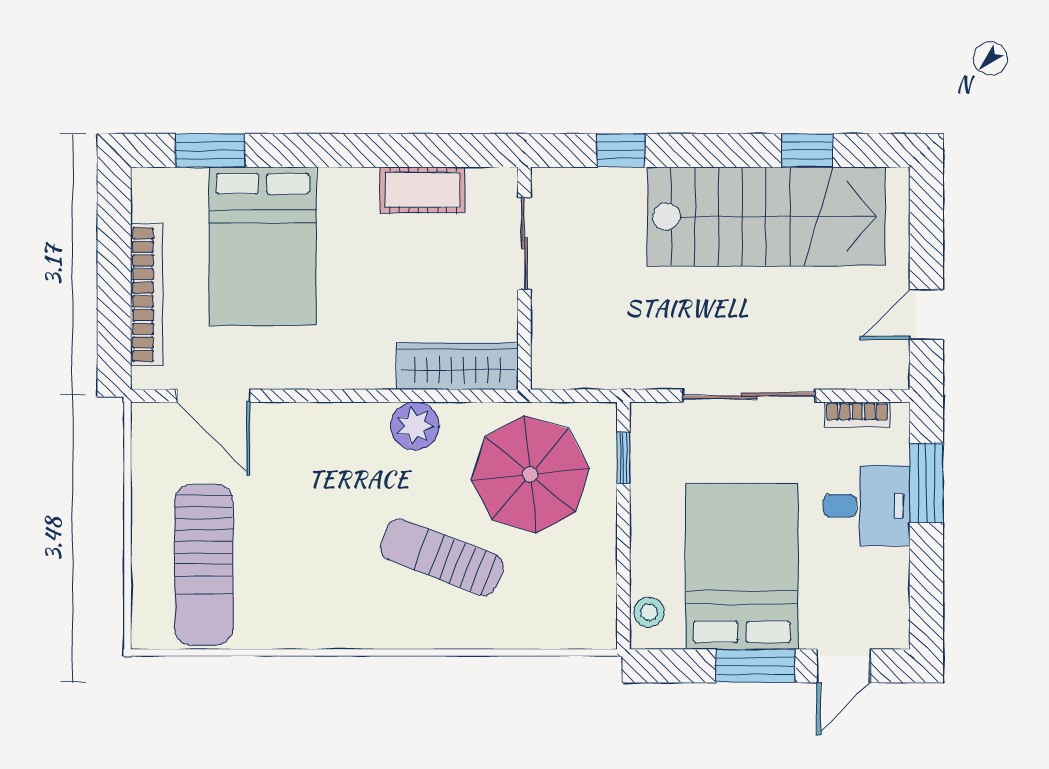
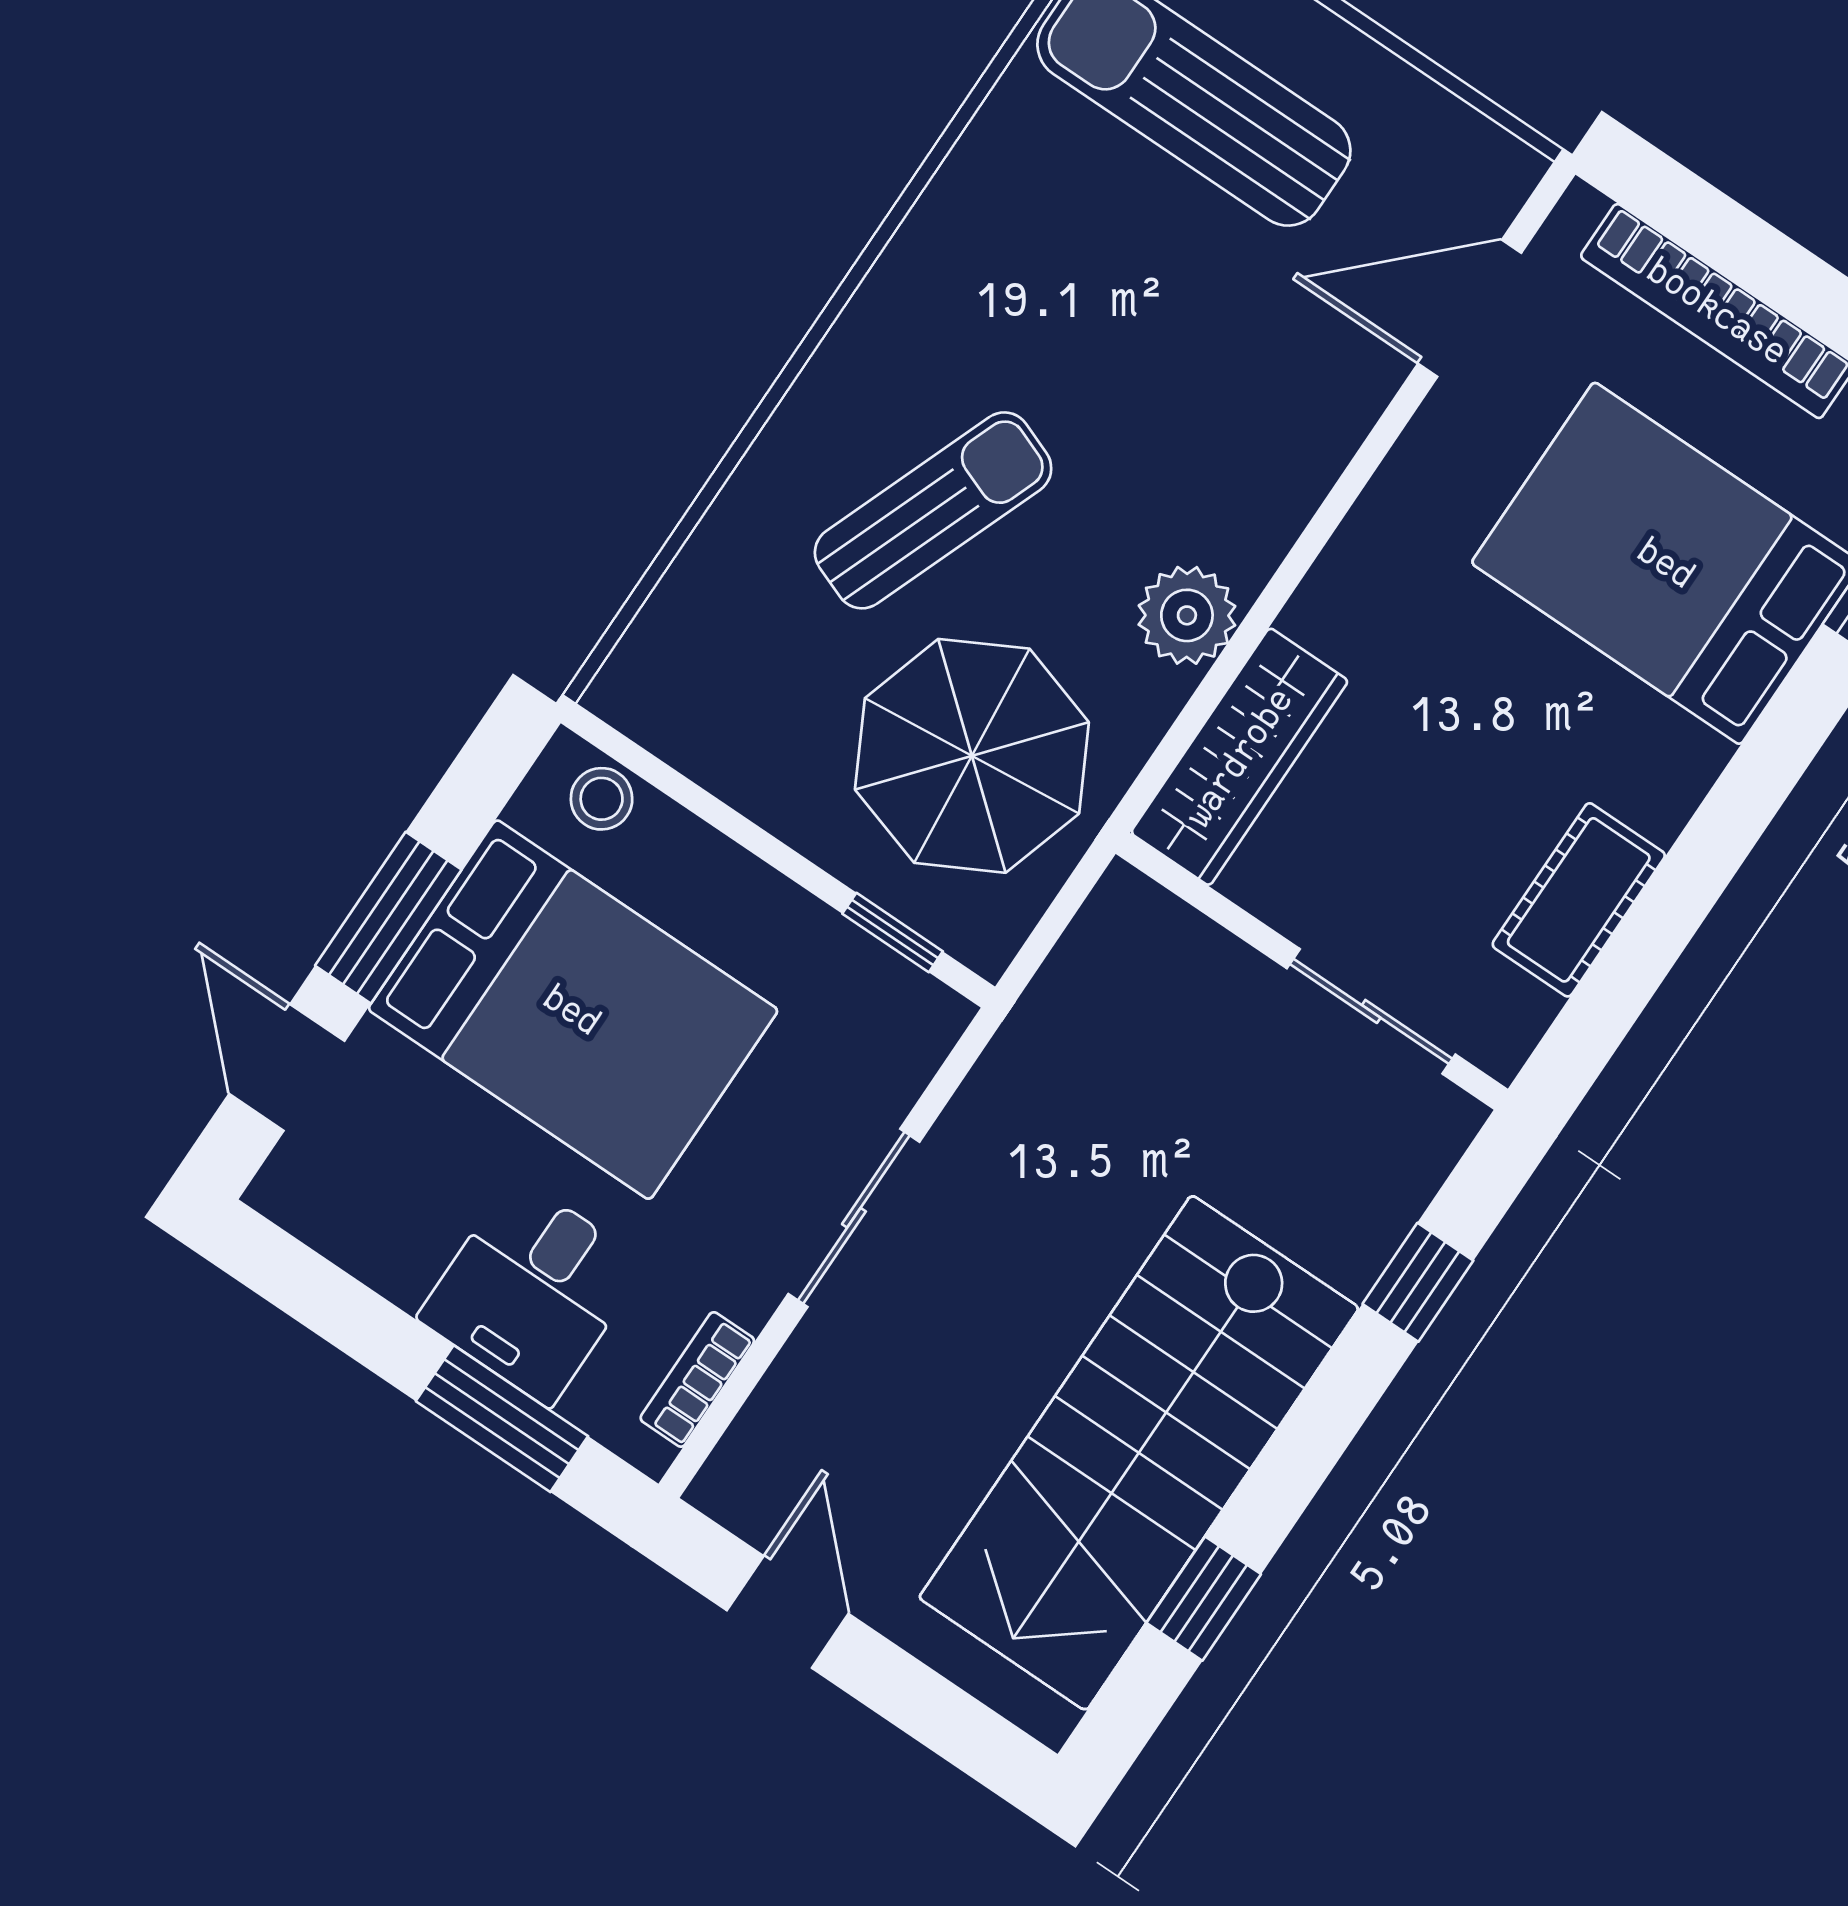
sliding door: (749, 396) -> (854, 1218), width x0.73

